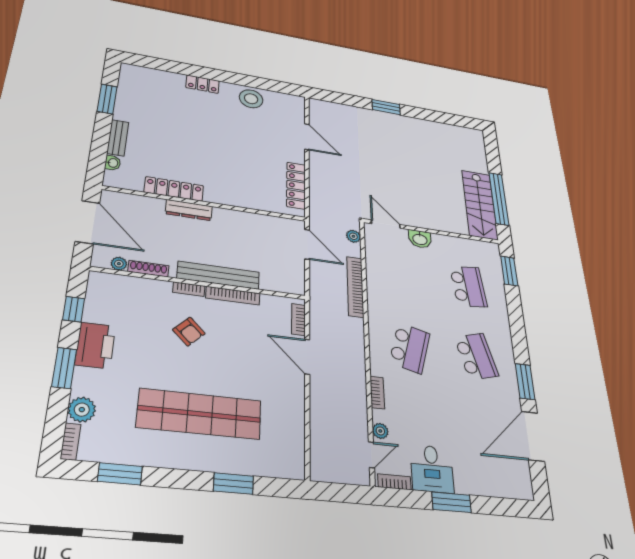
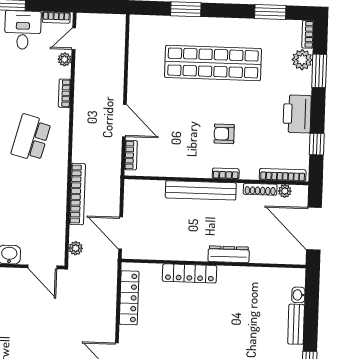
locker: (174, 189) -> (190, 273), moved
bookcase: (233, 296) -> (283, 175), moved
armchair: (189, 332) -> (224, 134), turned -45
window: (64, 368) -> (319, 71), moved

